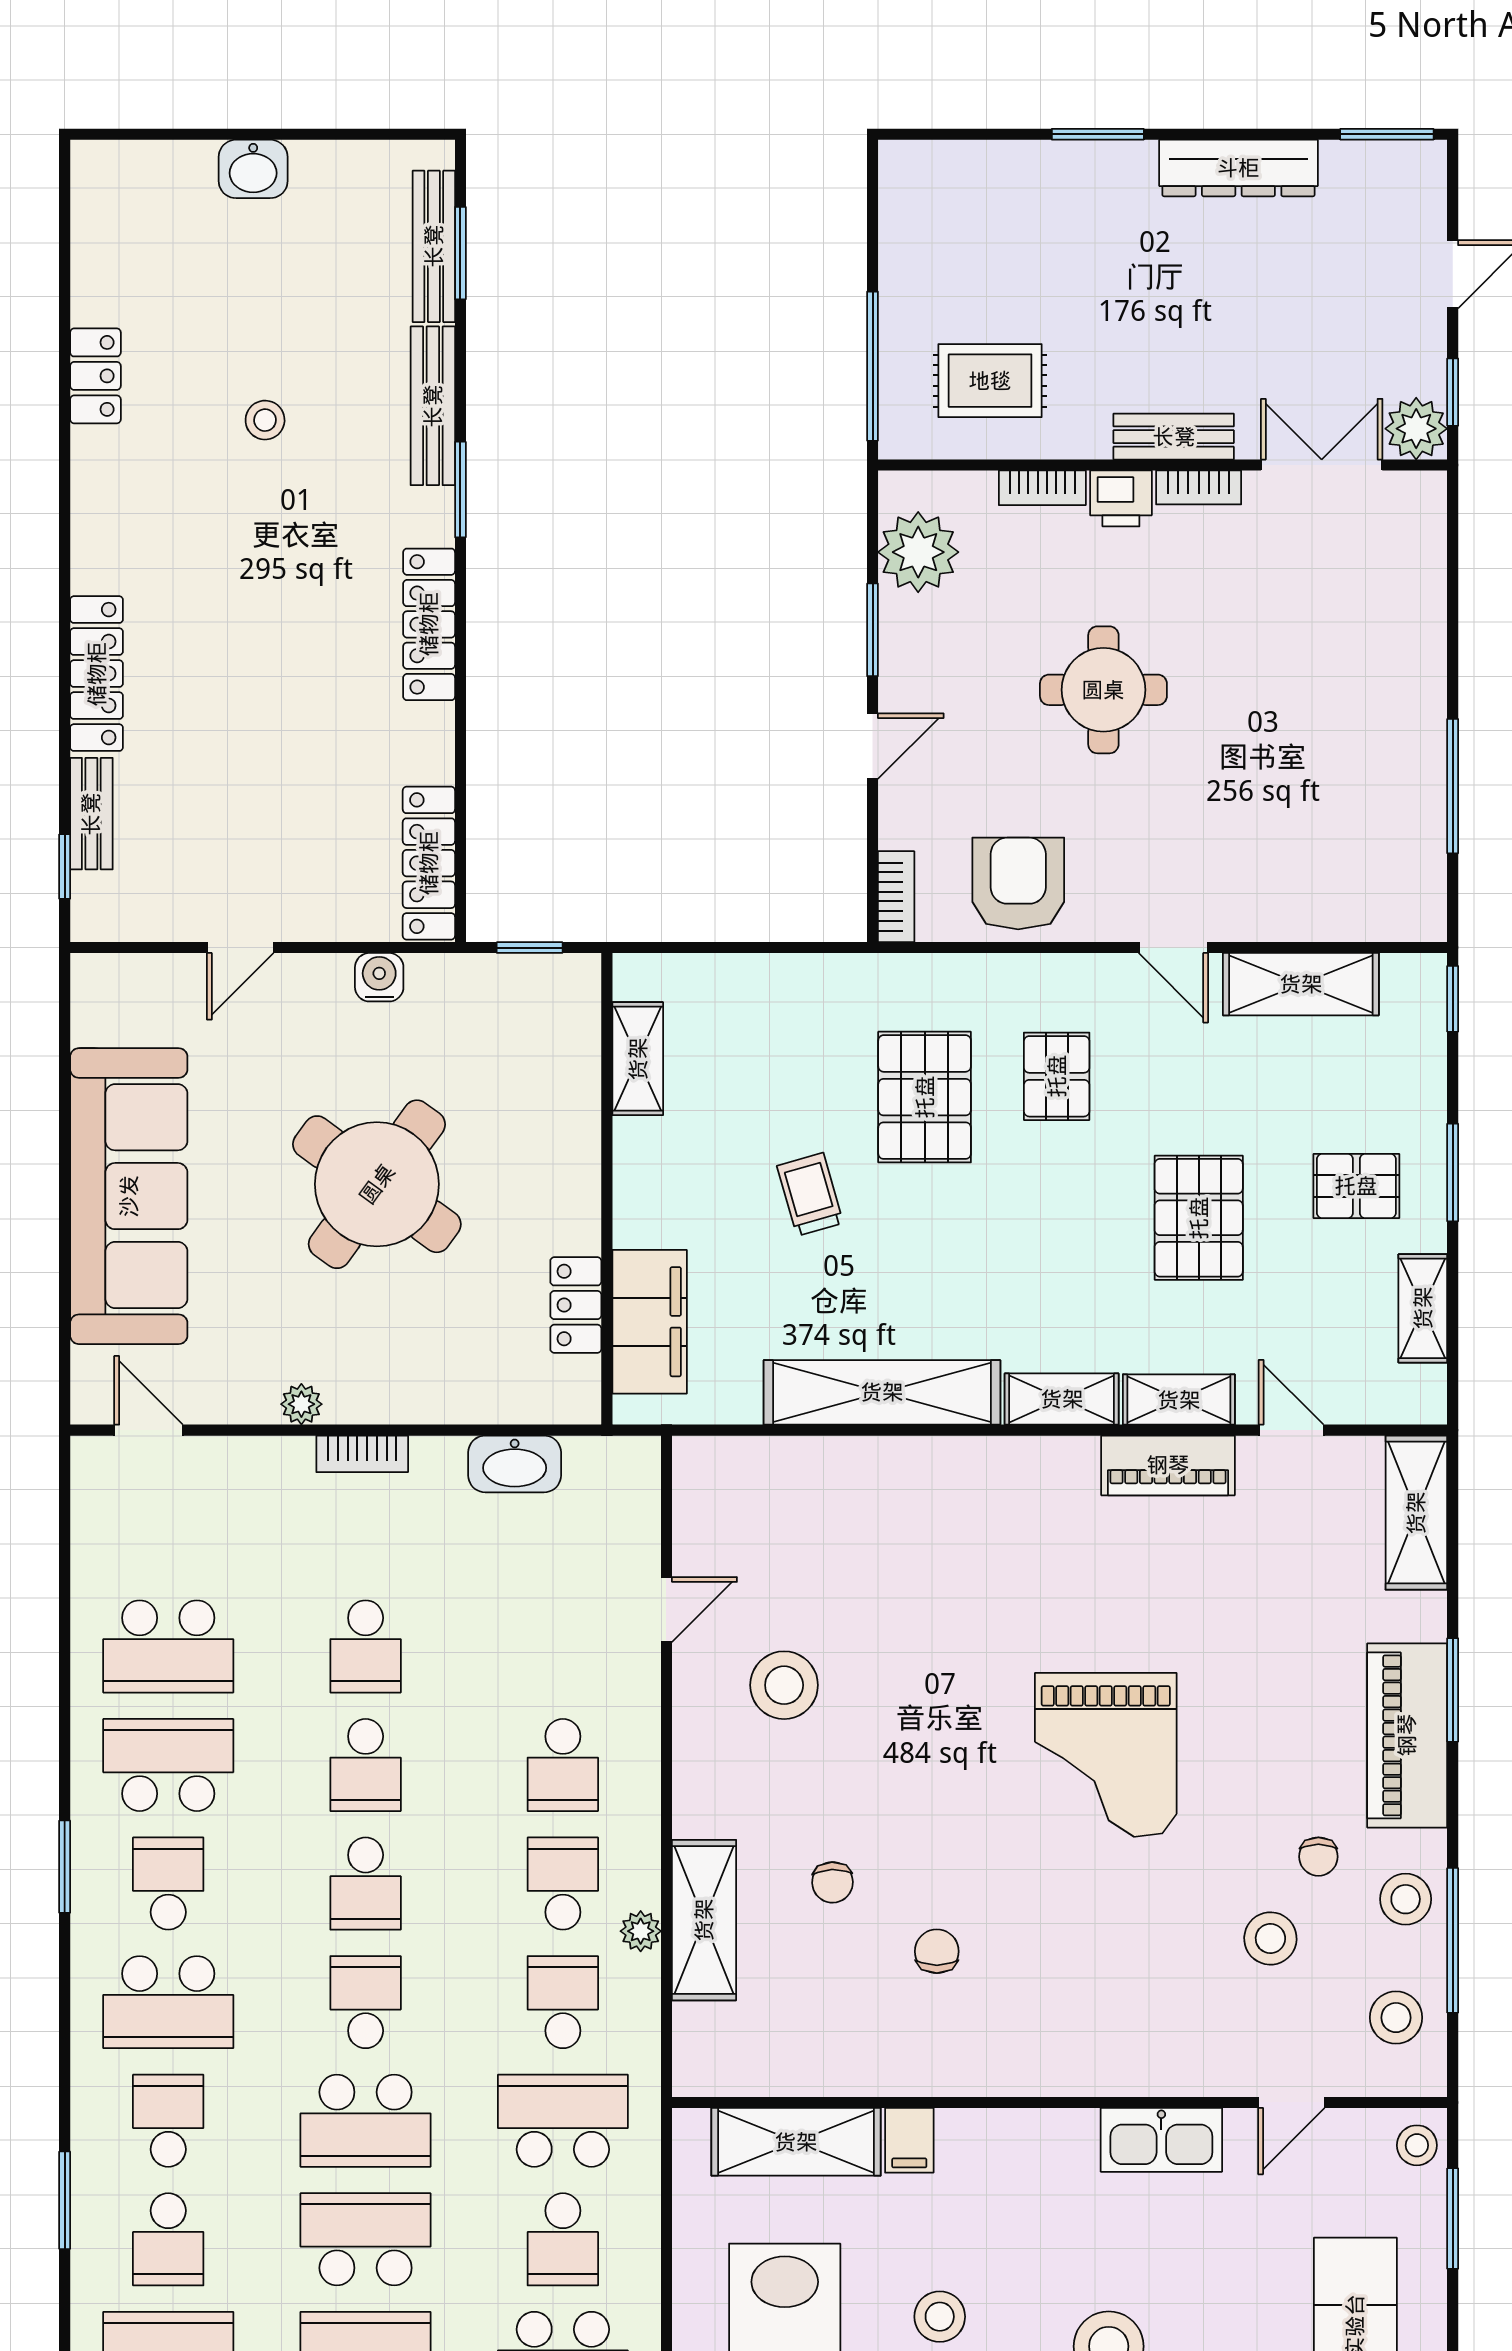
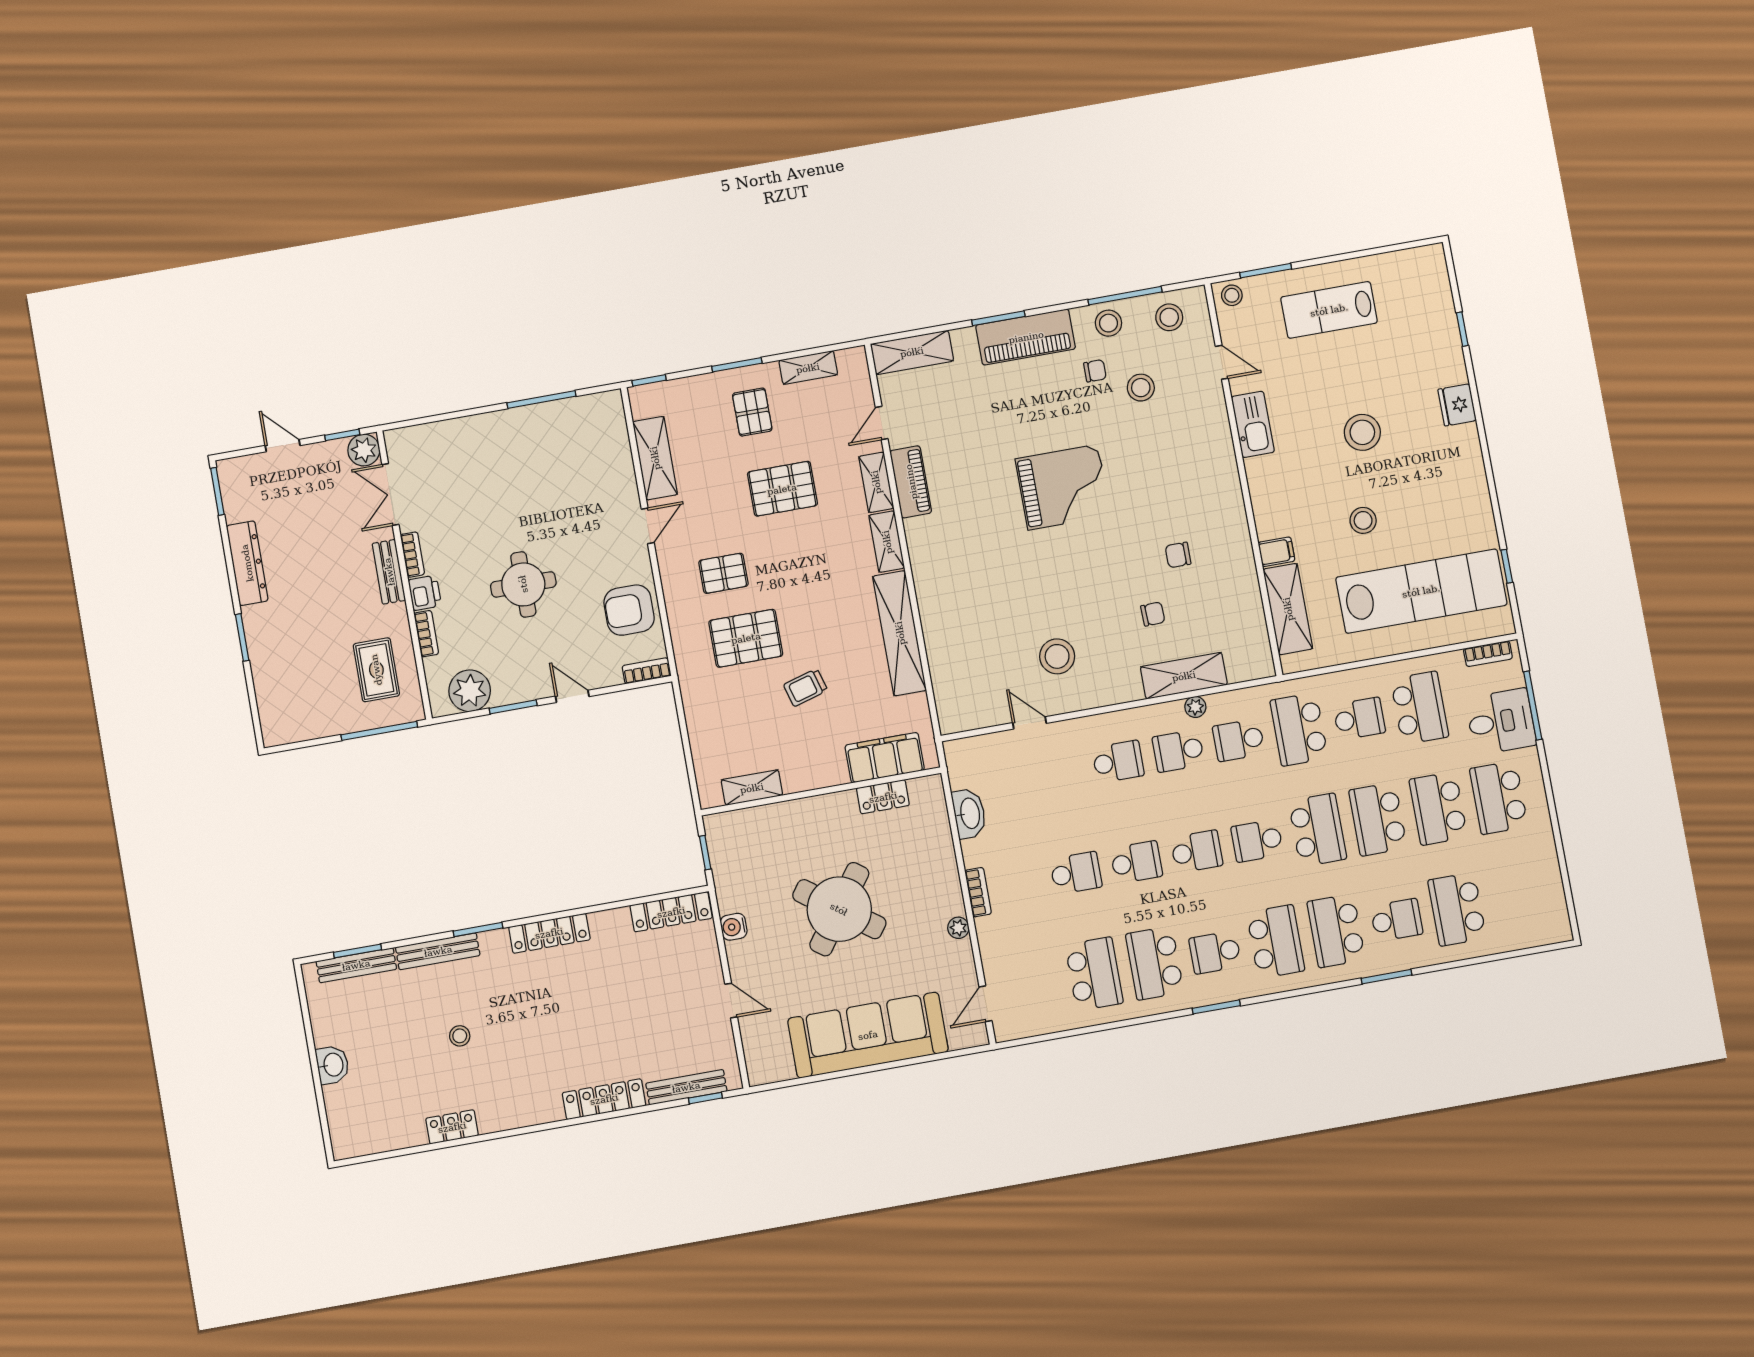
bench: (91, 814) -> (686, 1087), width x1.36
school desk: (168, 2121) -> (1336, 931), width x1.85

